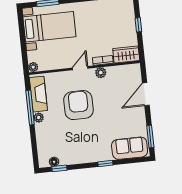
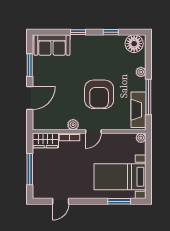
window: (138, 25) -> (30, 169), width x2.17
plant: (39, 118) -> (141, 72), moved
window: (150, 136) -> (30, 65), moved
floor lamp: (54, 162) -> (134, 44), width x1.89, depth x1.89
window: (59, 168) -> (111, 32), moved

